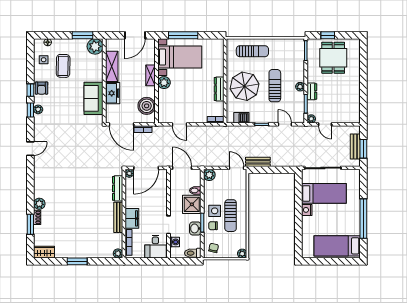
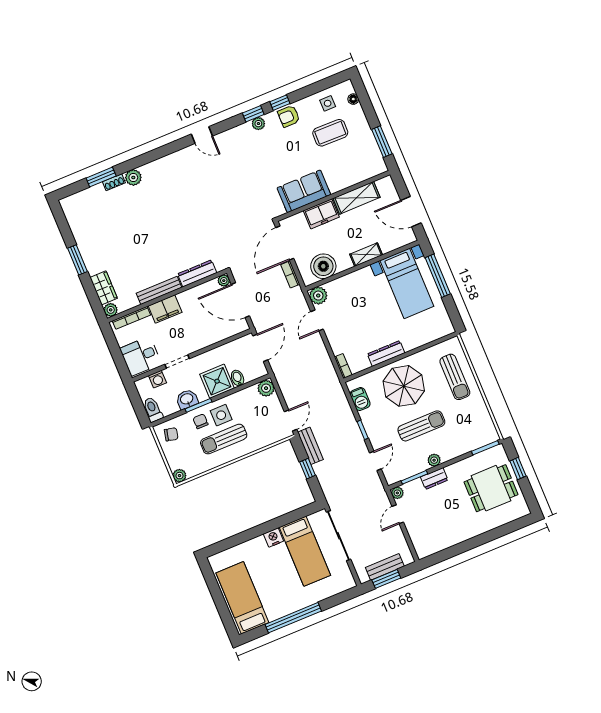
plant: (95, 46) -> (374, 165), removed
plant: (164, 83) -> (318, 296), moved
window: (272, 170) -> (307, 469), added
wardrobe: (44, 252) -> (104, 288), moved

